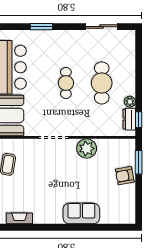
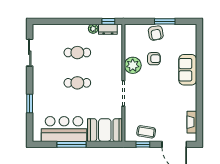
cafe table: (102, 83) -> (77, 53), width x0.73, depth x0.74
window: (139, 162) -> (165, 21), moved
armchair: (94, 173) -> (154, 59), added

